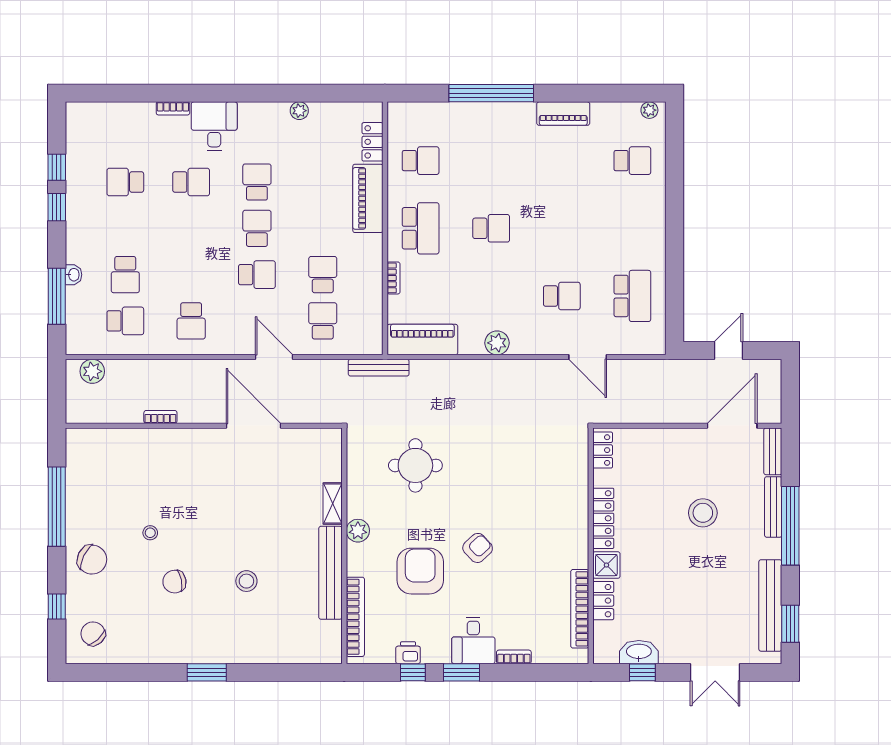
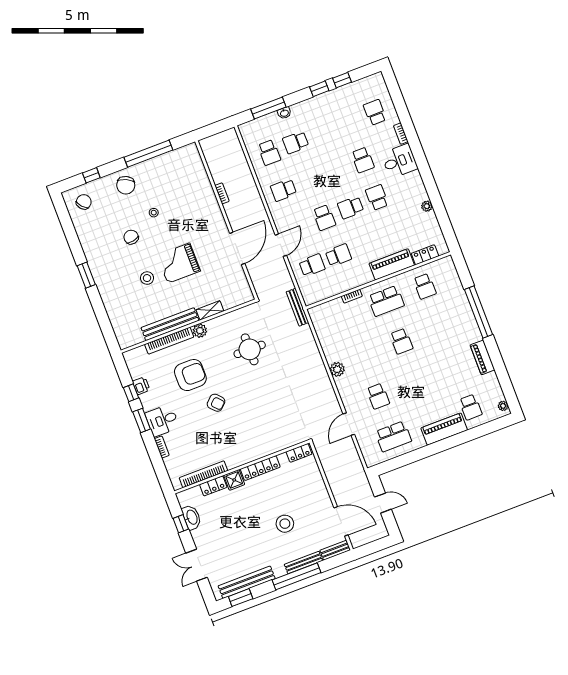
school desk: (125, 182) -> (375, 112), moved
school desk: (257, 182) -> (377, 198), turned -90
school desk: (257, 228) -> (351, 208), turned 180
piano: (422, 340) -> (444, 429), moved, turned -90
plant: (92, 371) -> (233, 145), removed
grand piano: (242, 524) -> (179, 263), added
bookcase: (355, 617) -> (169, 341), moved

